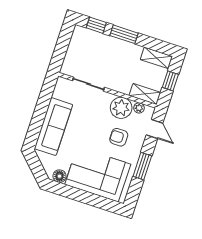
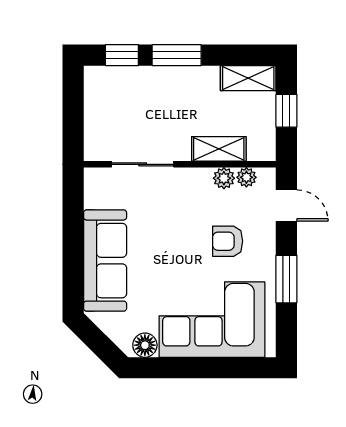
shelving: (145, 94) -> (219, 149), moved
plant: (121, 108) -> (224, 178), width x0.53, depth x0.53

